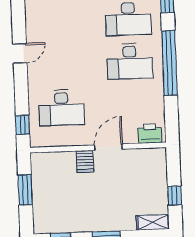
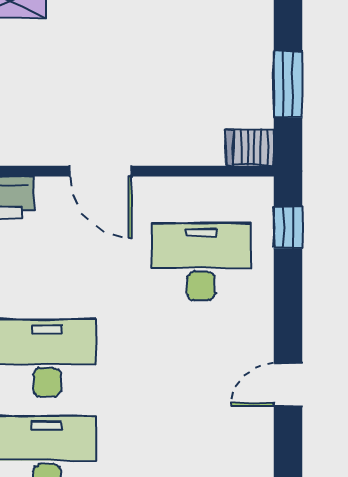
door: (109, 147) -> (101, 171), hinge flipped
server rack: (85, 161) -> (250, 148), moved, turned -90

